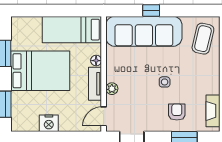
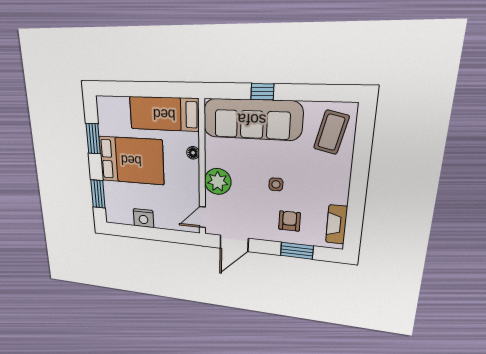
tv unit: (95, 84) -> (192, 180), removed
plant: (112, 89) -> (218, 181), width x1.88, depth x1.88

